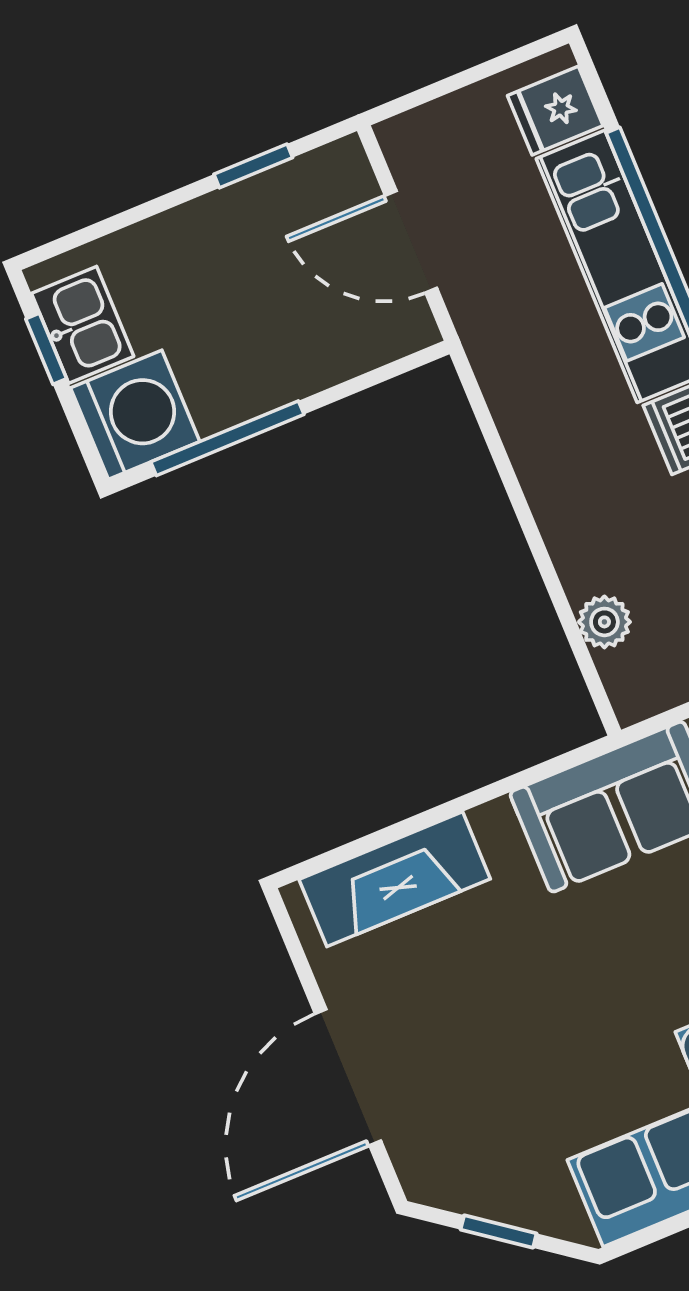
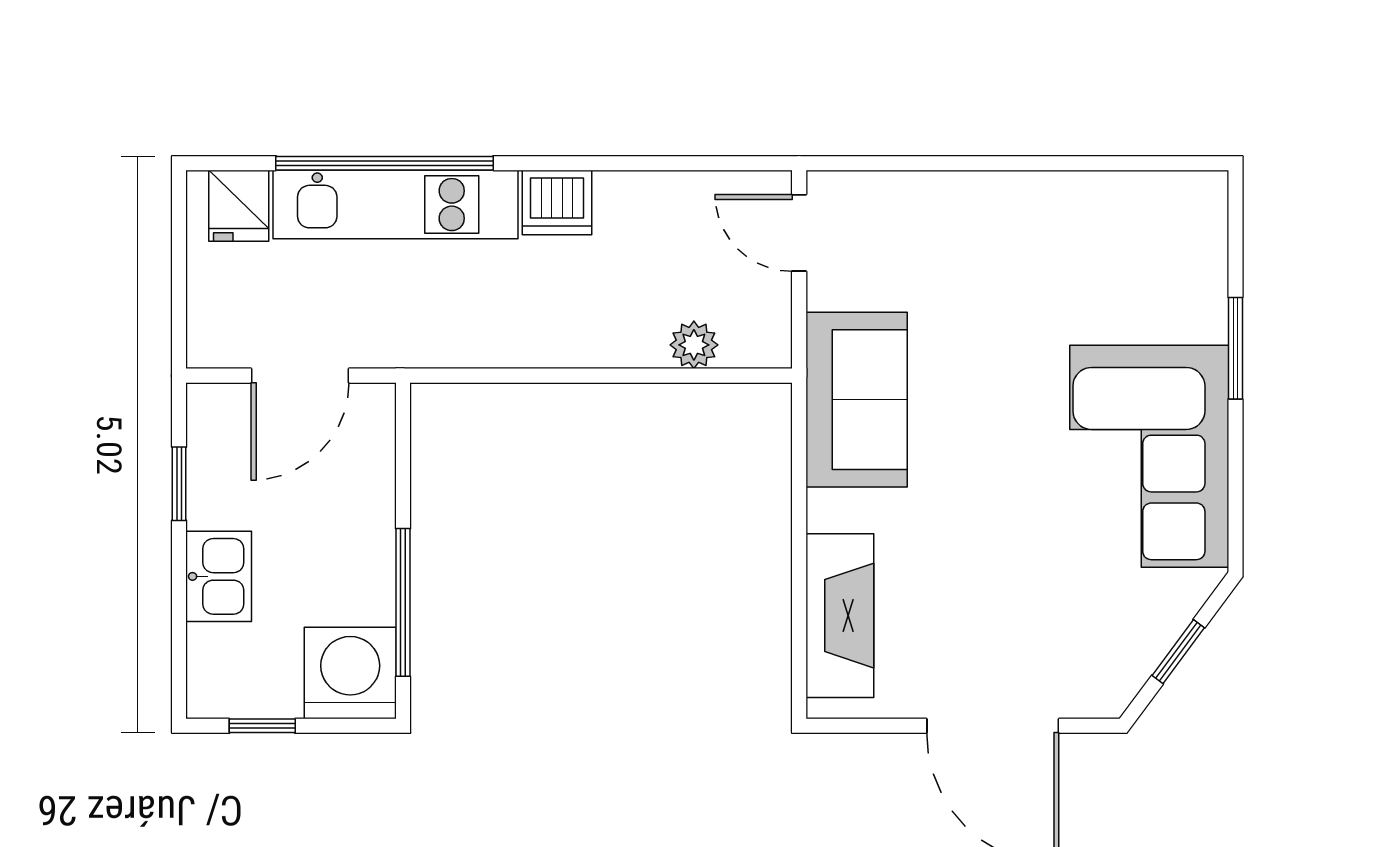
kitchen sink: (83, 325) -> (219, 576), moved, turned 90

